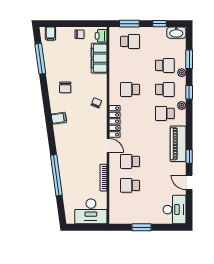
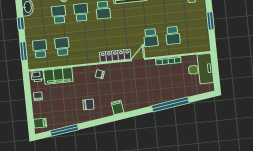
school desk: (130, 89) -> (62, 47), moved, turned 180

